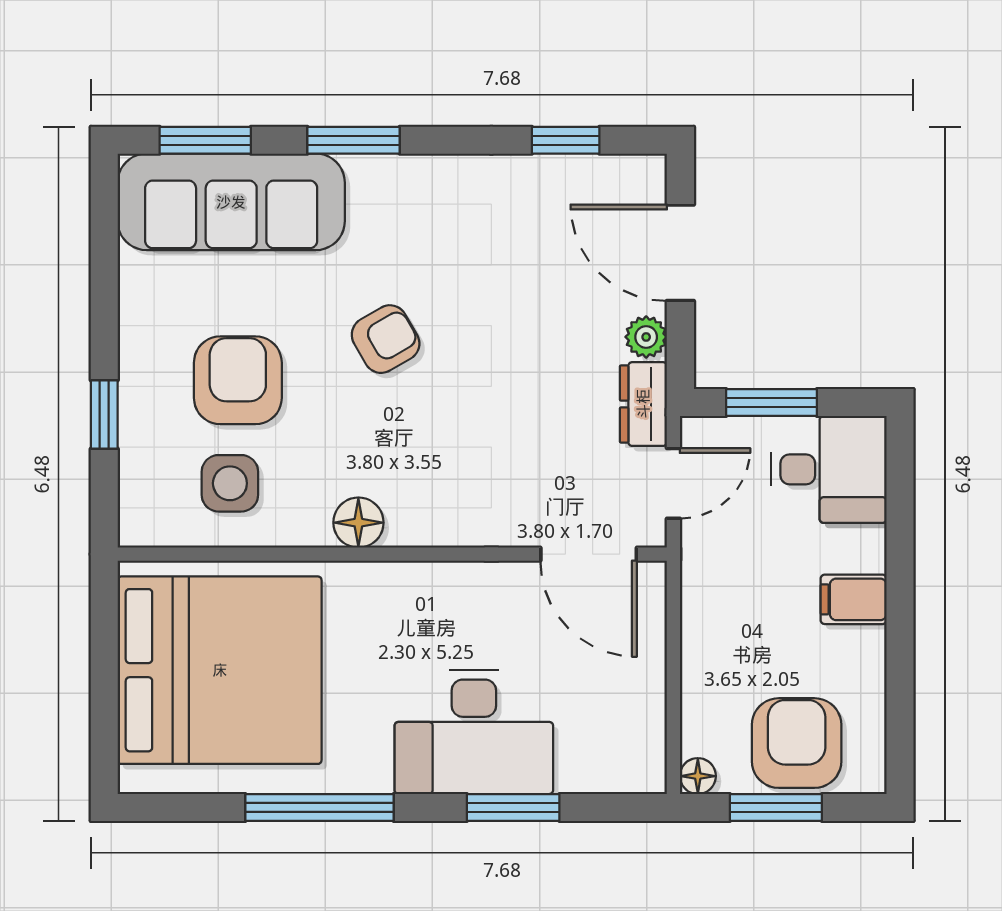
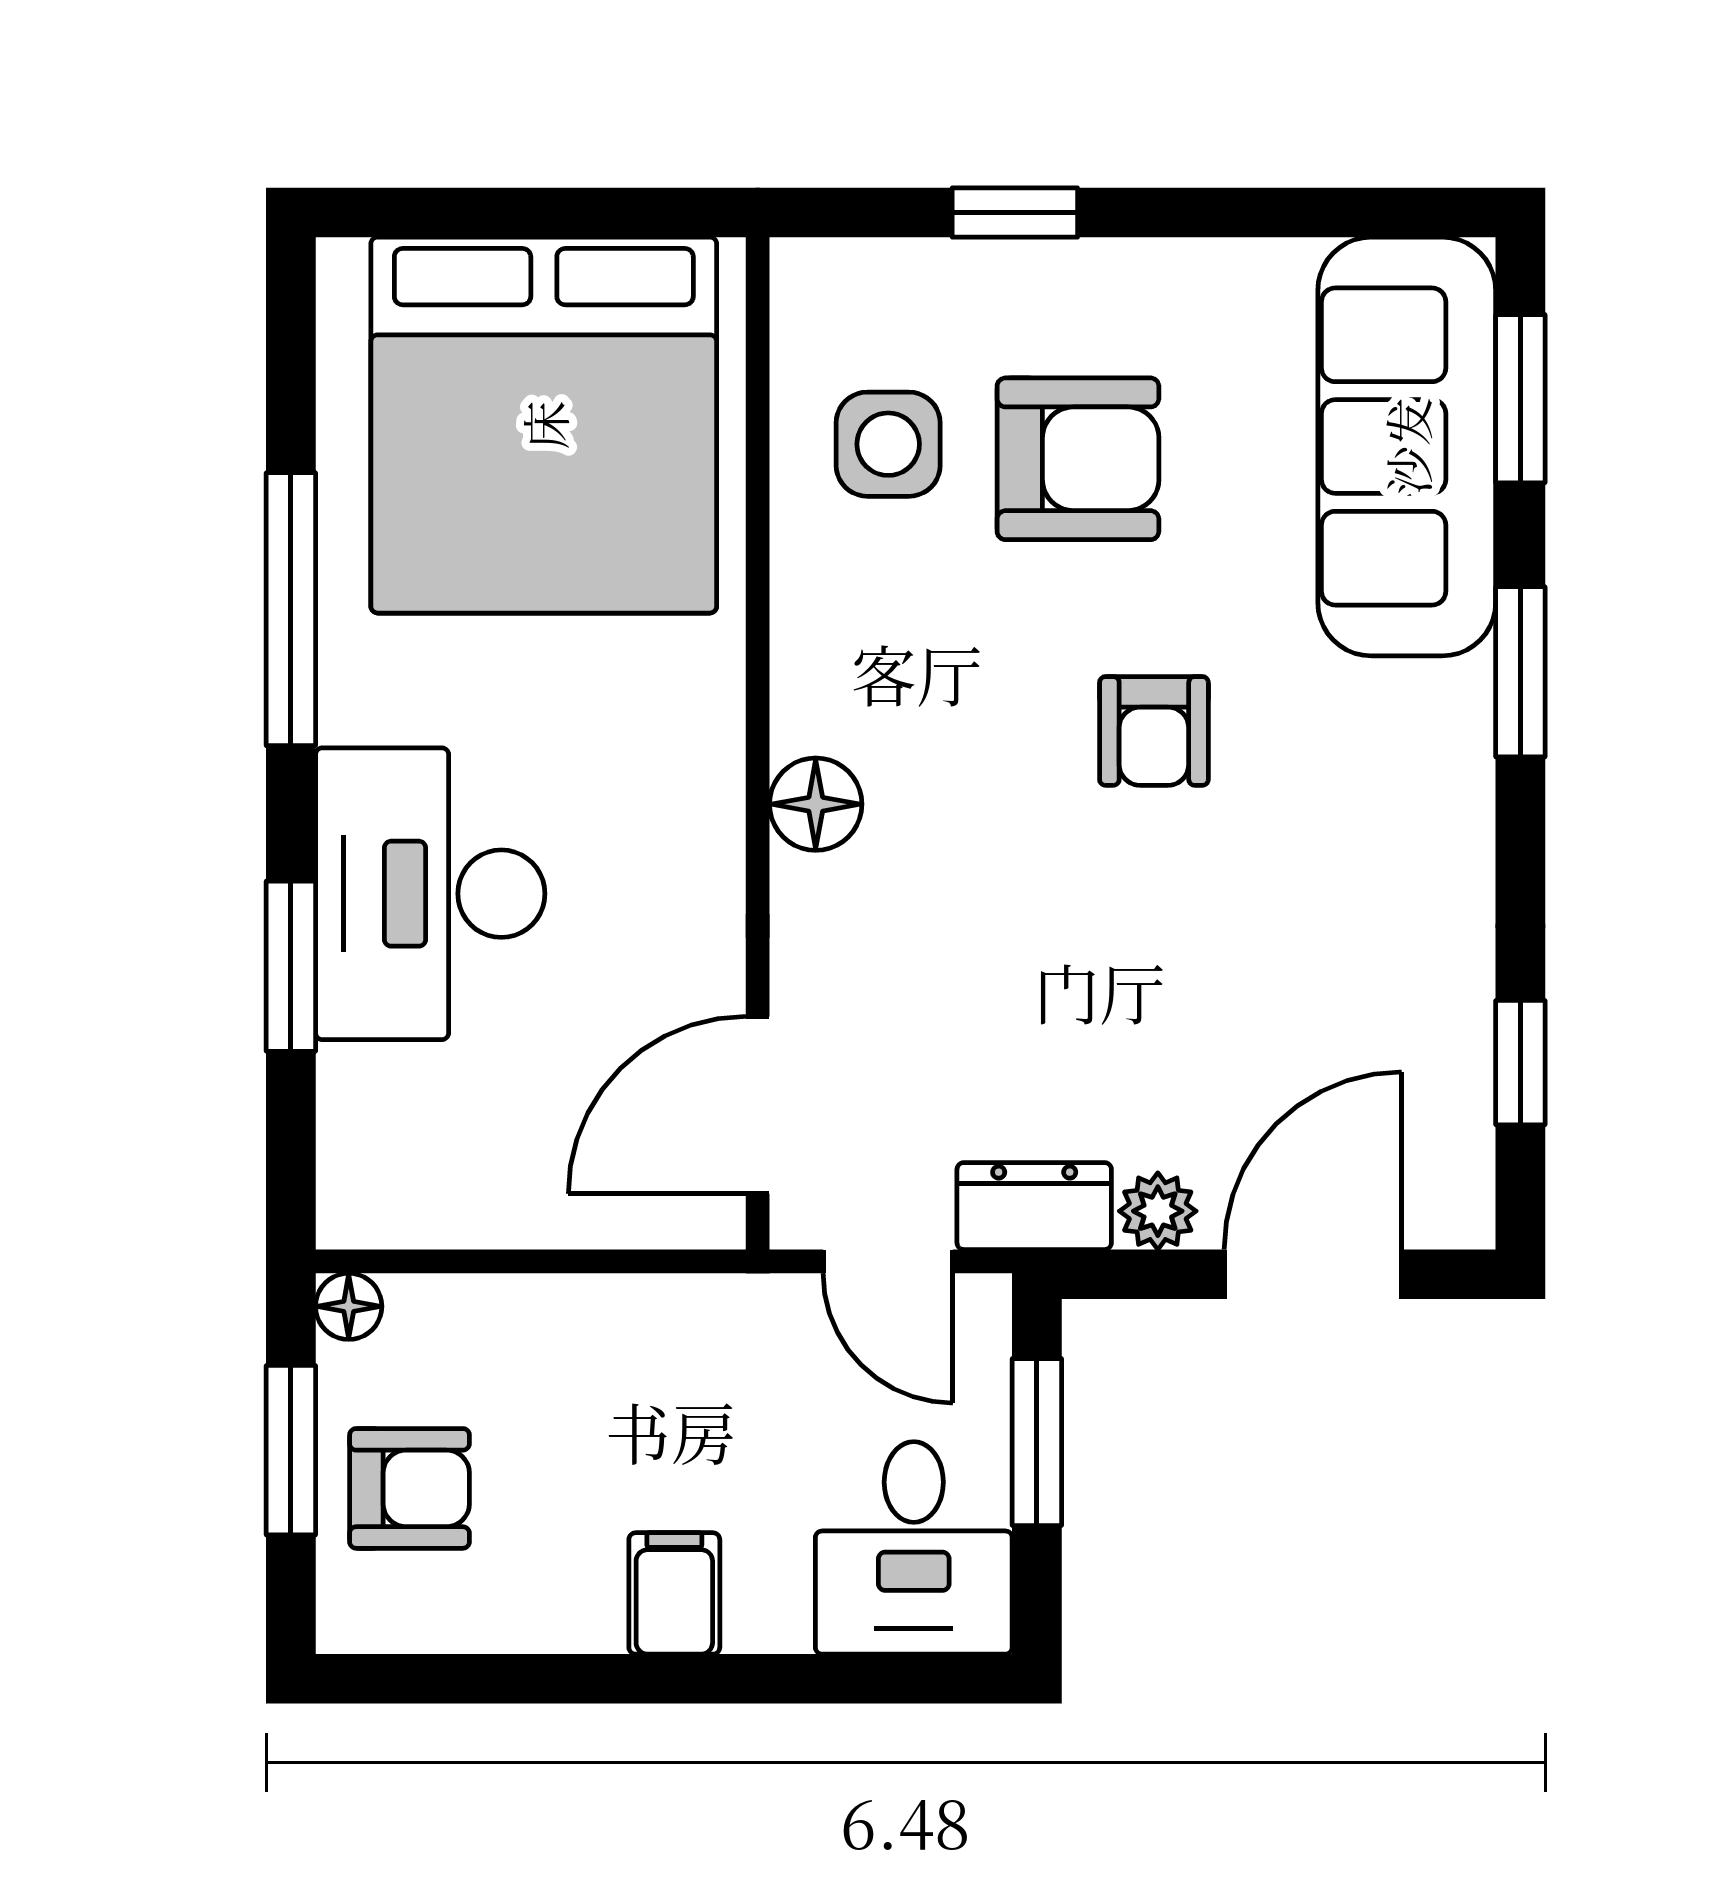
armchair: (386, 339) -> (1154, 731), turned 30
floor lamp: (358, 523) -> (816, 804), moved
armchair: (797, 743) -> (410, 1488), width x0.72, depth x0.72

